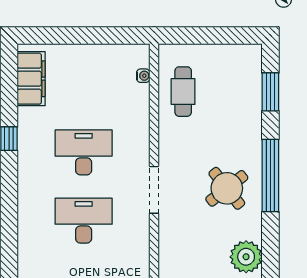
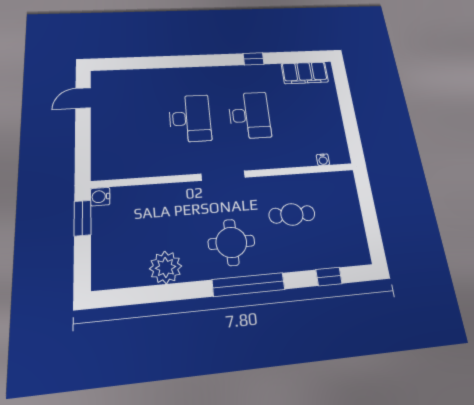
cafe table: (183, 92) -> (292, 214), moved
window: (270, 92) -> (329, 277), width x0.67
round table: (227, 188) -> (231, 242), turned 38

